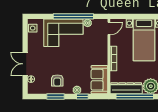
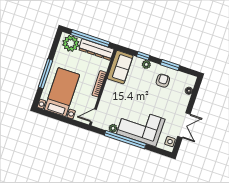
double door: (25, 64) -> (184, 125), moved

